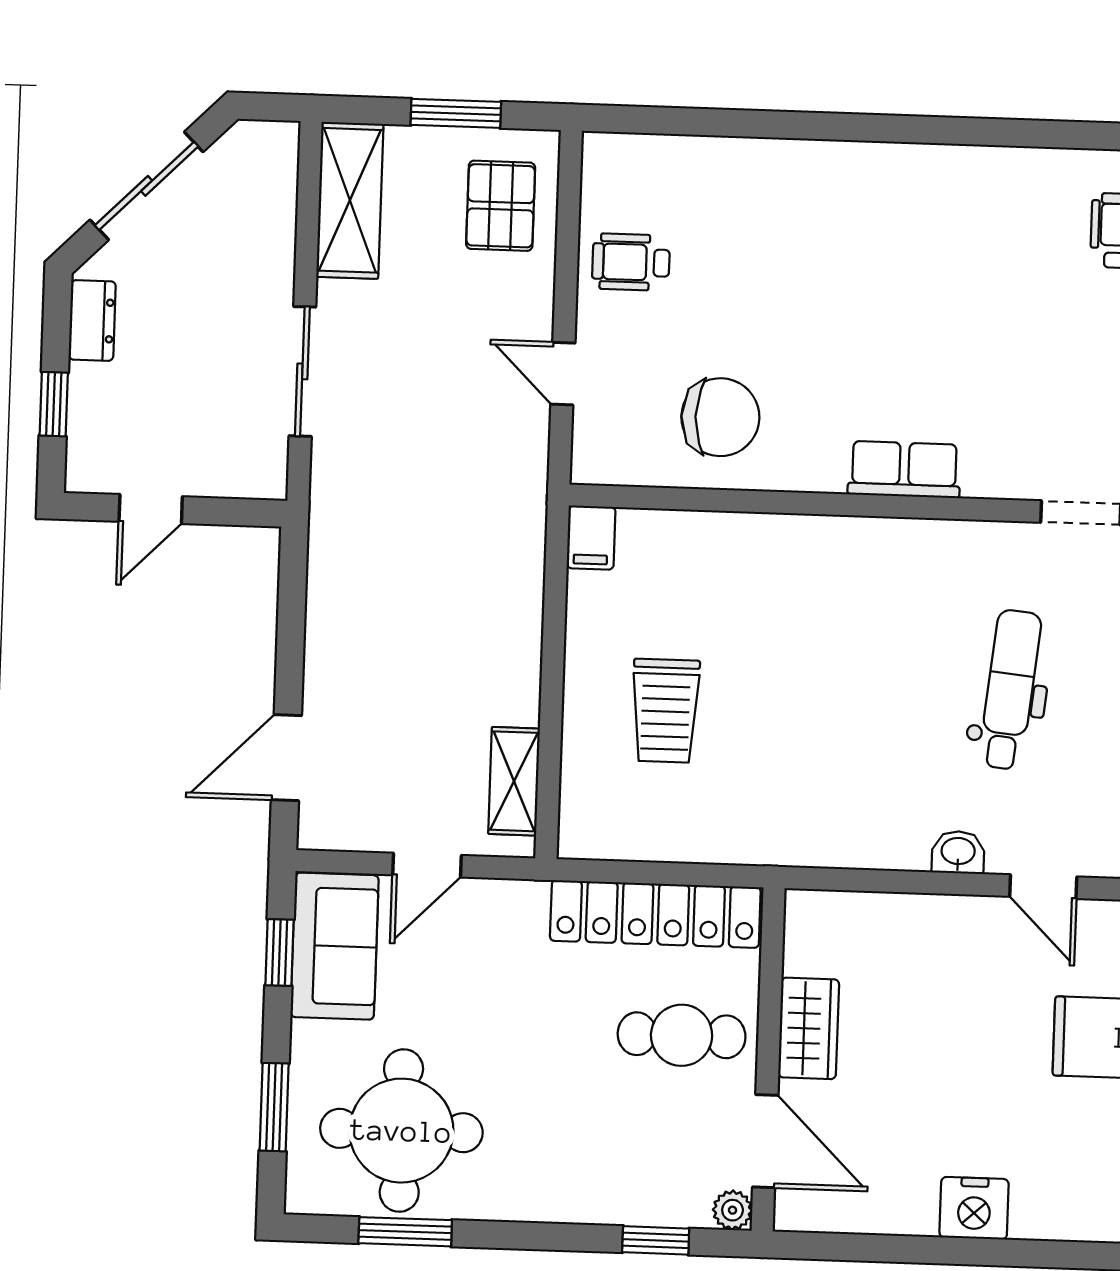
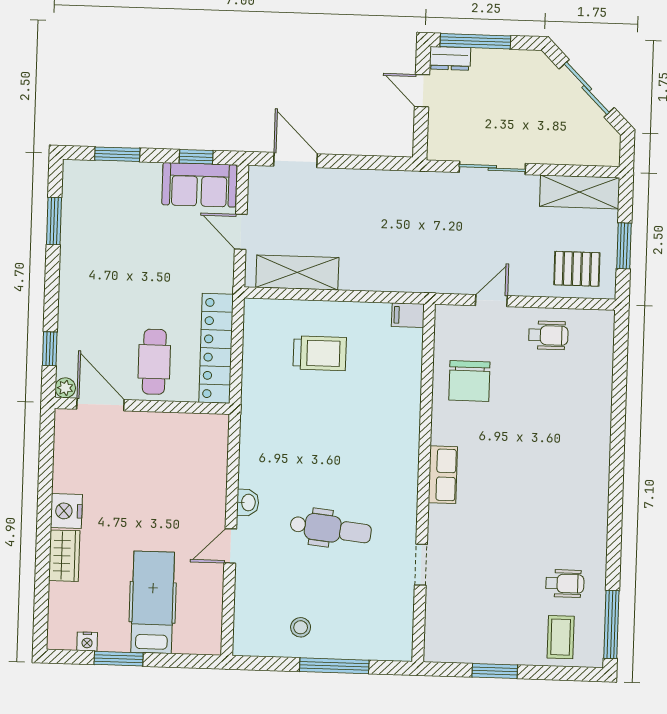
wheelchair: (631, 262) -> (548, 335), turned 90
dresser: (92, 320) -> (450, 58), moved
window: (54, 404) -> (475, 41), width x2.17
trolley: (665, 711) -> (320, 353), turned 180
shelving: (514, 781) -> (297, 272), width x1.50, depth x1.33
wardrobe: (809, 1028) -> (64, 556), moved, turned -90
round table: (401, 1131) -> (105, 219), removed
door: (765, 1141) -> (100, 404), swing flipped

